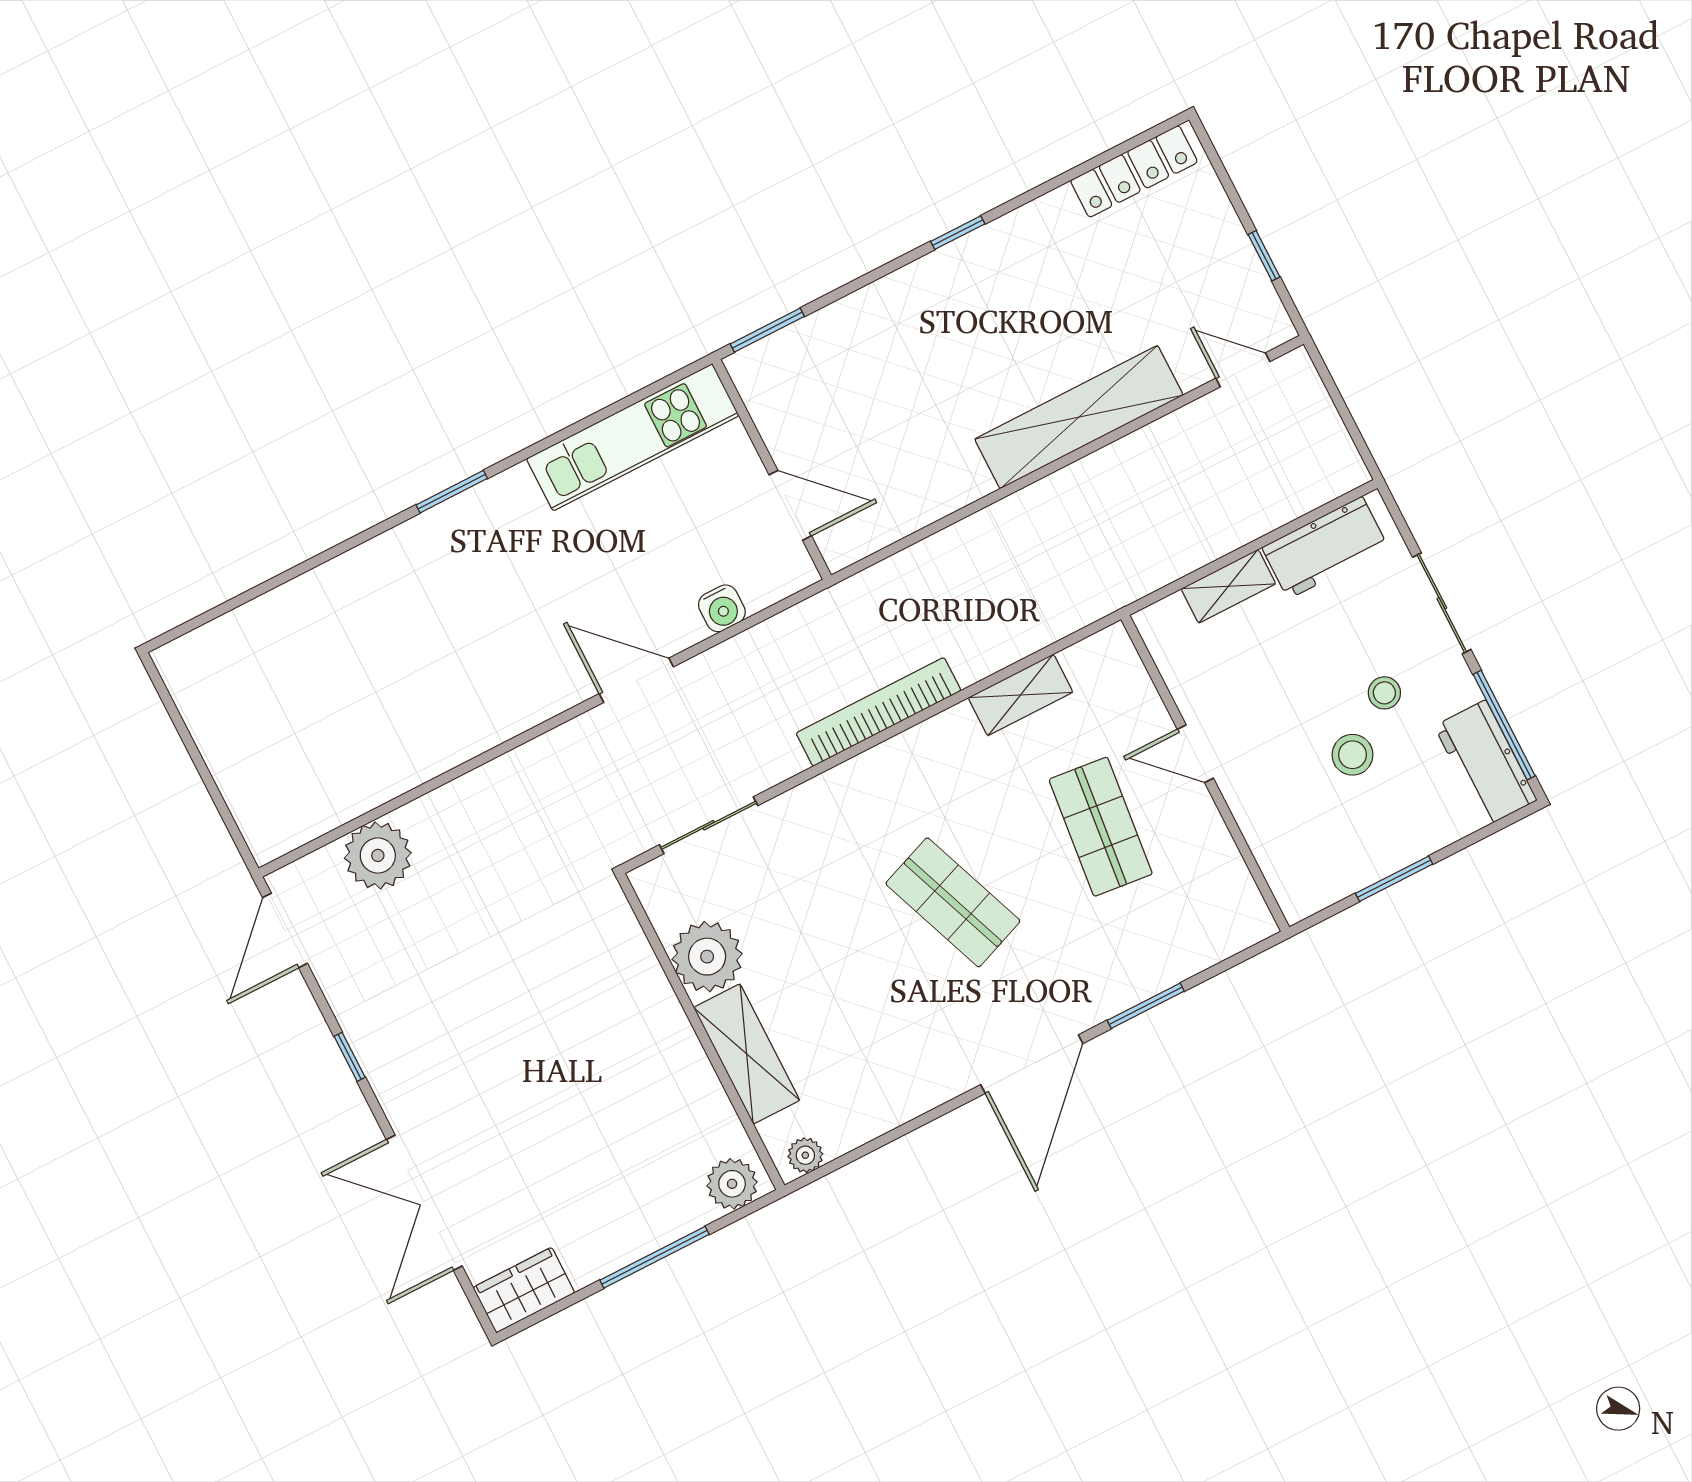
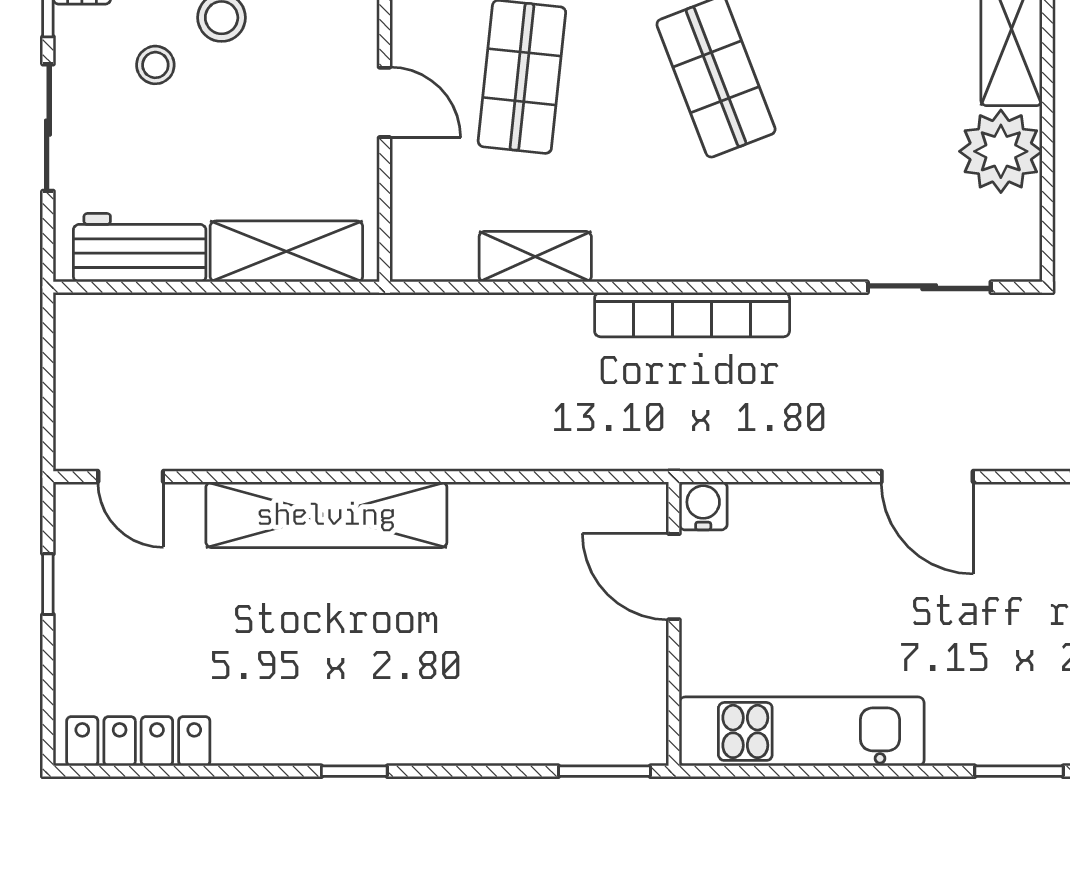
shelving: (1228, 586) -> (286, 251), width x1.50, depth x1.33
water cooler: (722, 608) -> (703, 506), moved

